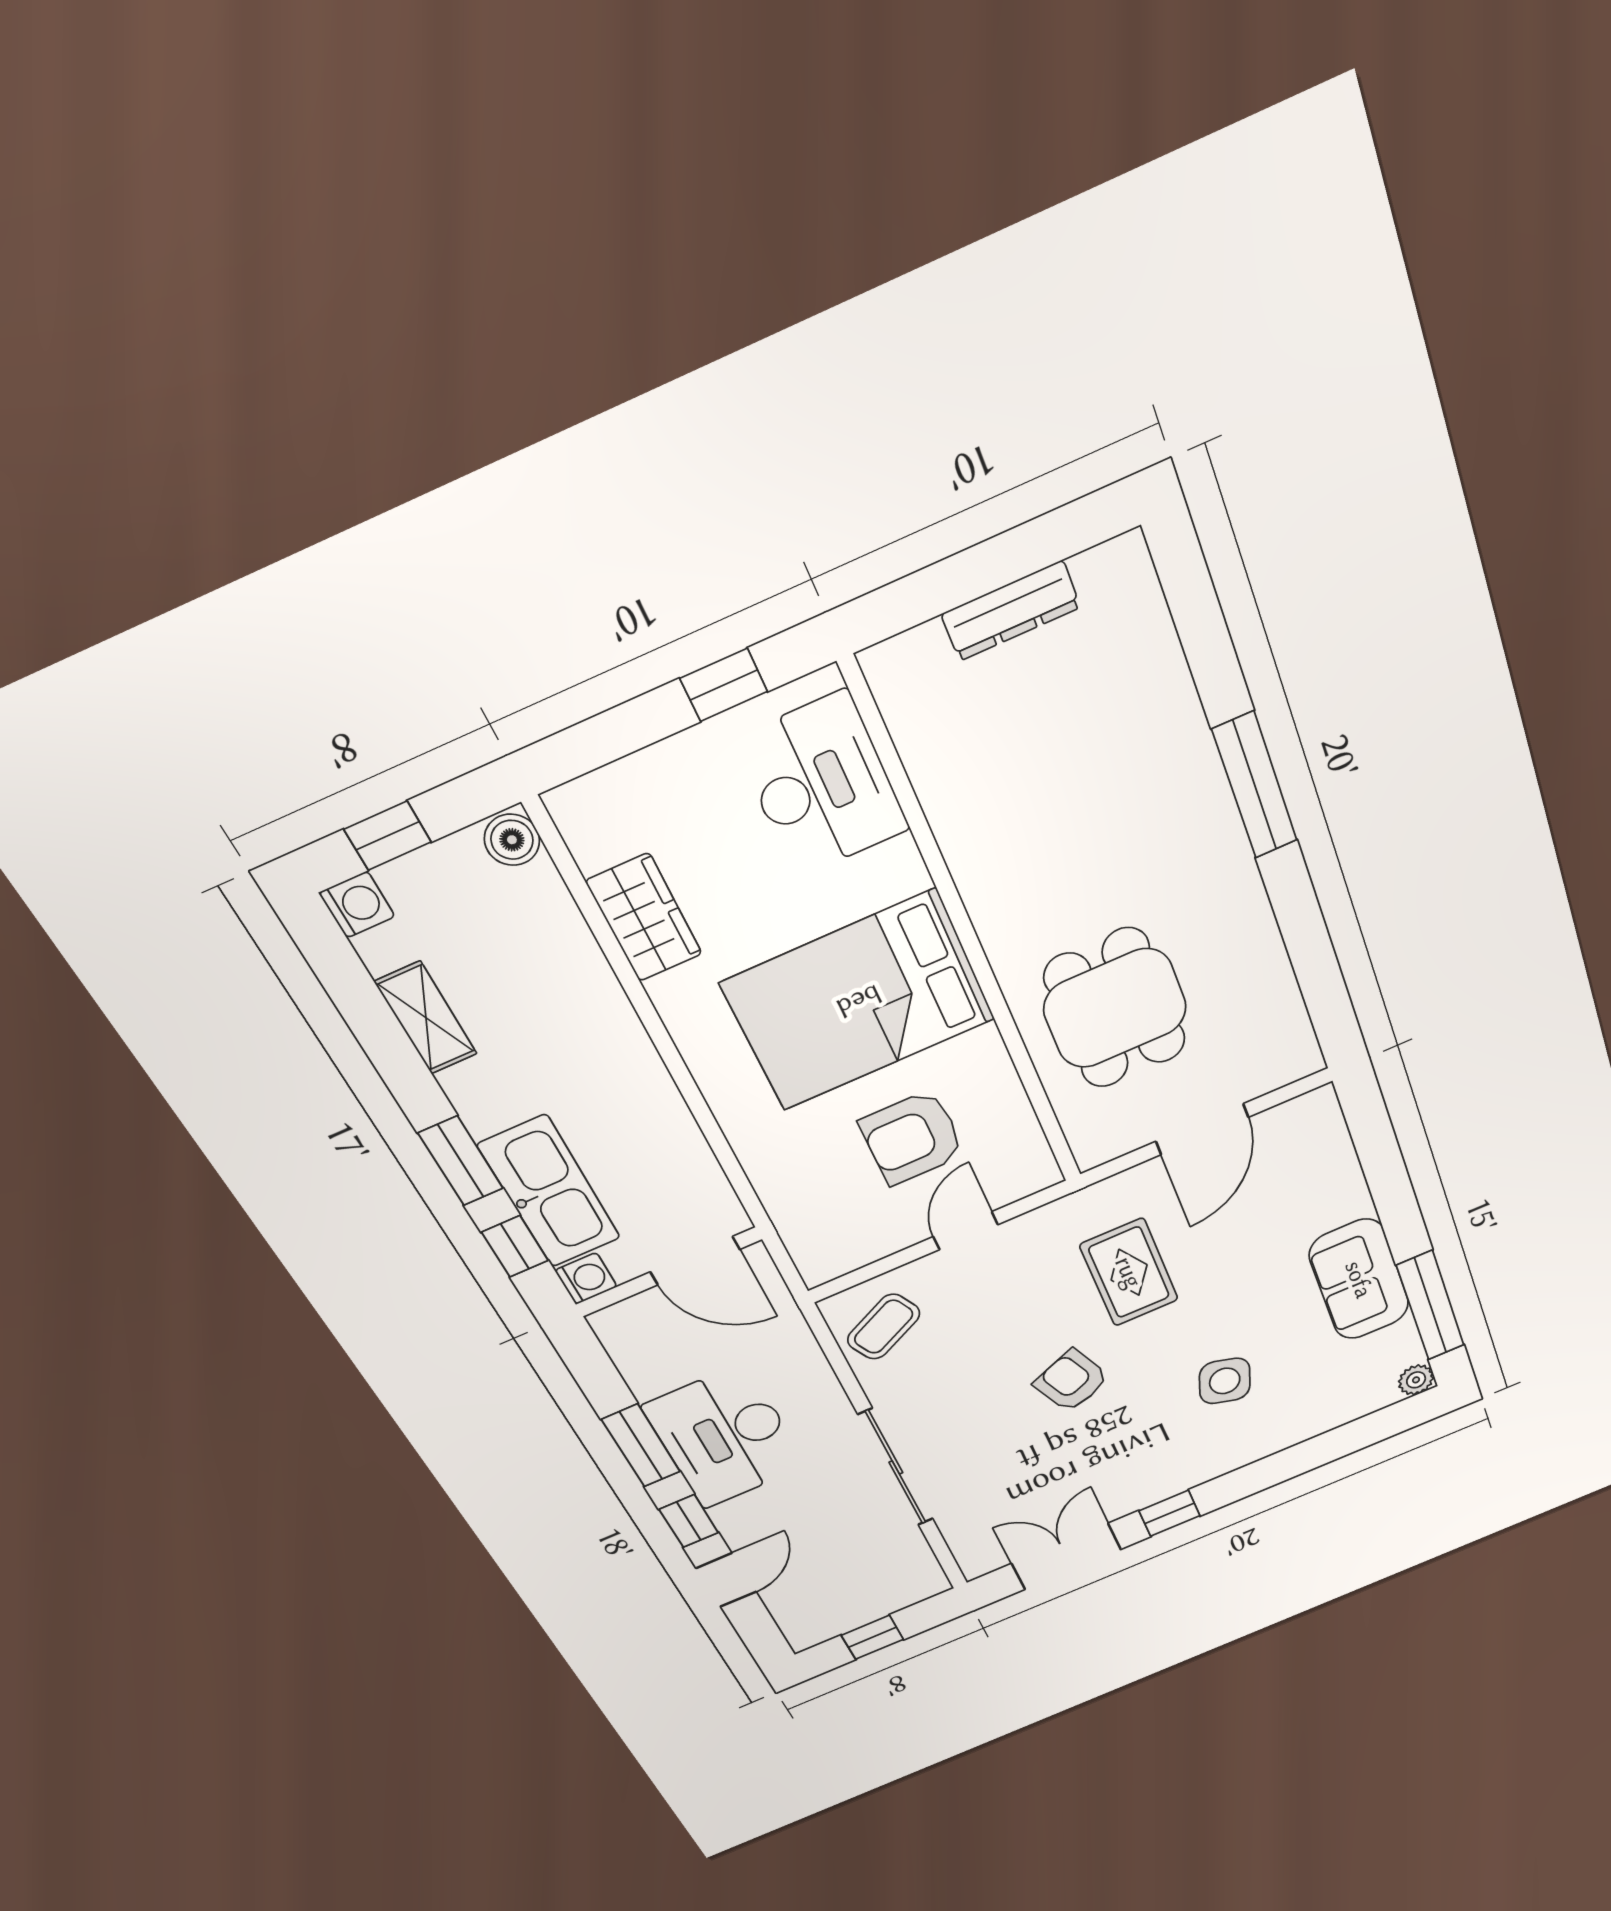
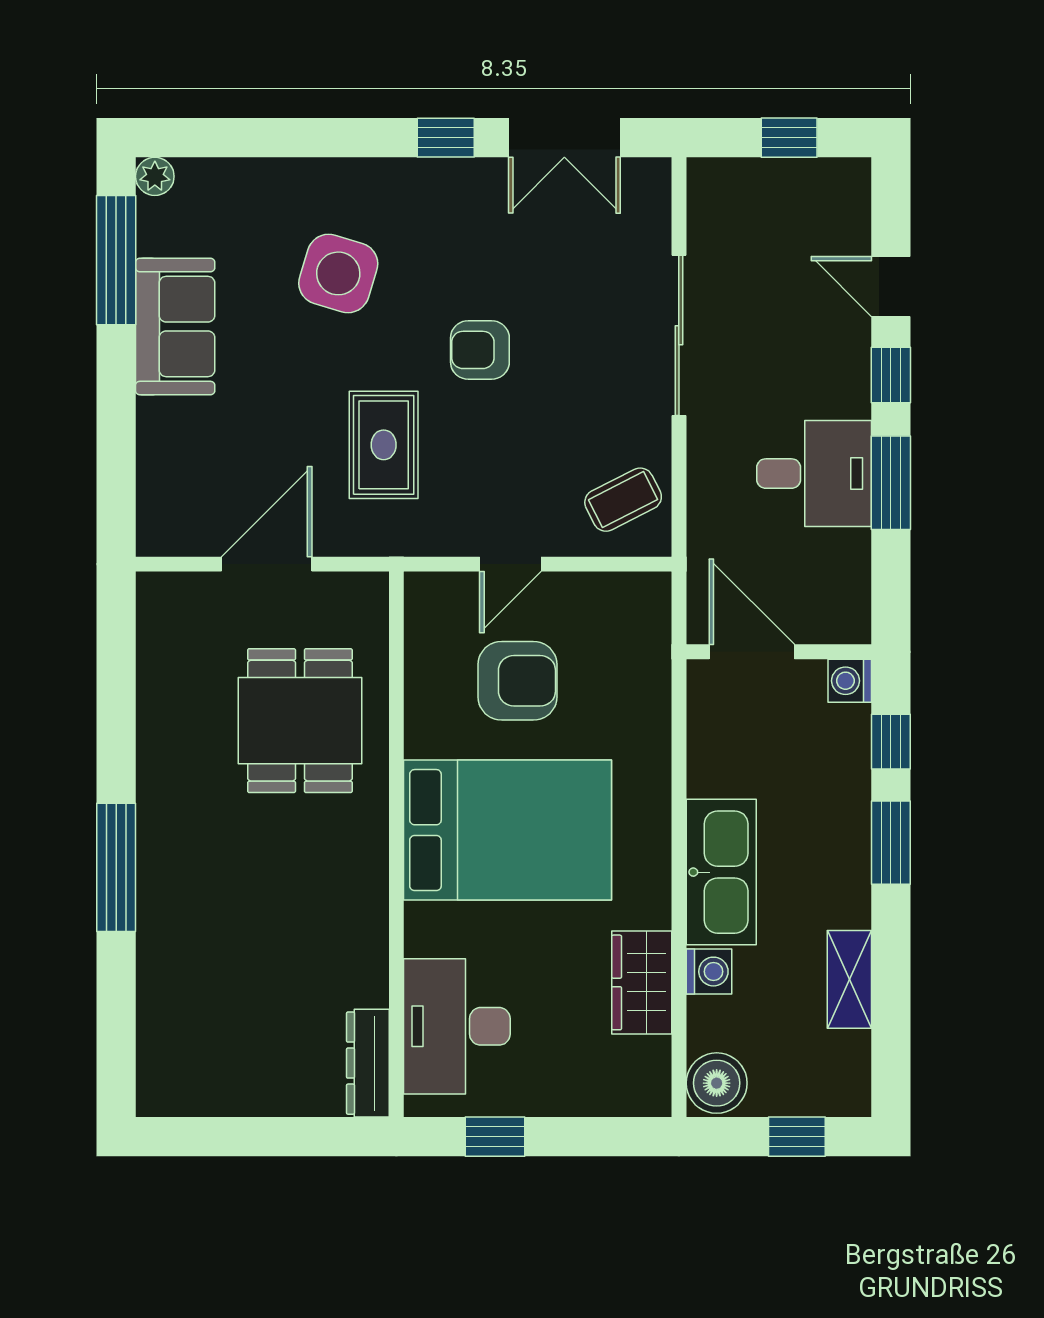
dresser: (1011, 611) -> (368, 1063), moved, turned -90
boiler: (512, 840) -> (717, 1083), width x1.36, depth x1.36
washing machine: (357, 905) -> (709, 972), moved, turned 180
kitchen sink: (549, 1192) -> (721, 872), moved, turned 180
armchair: (1072, 1381) -> (480, 350), turned 113
side table: (1225, 1381) -> (338, 273), width x1.37, depth x1.37
desk: (725, 1436) -> (814, 474), width x0.73
door: (726, 1580) -> (891, 286), hinge flipped

